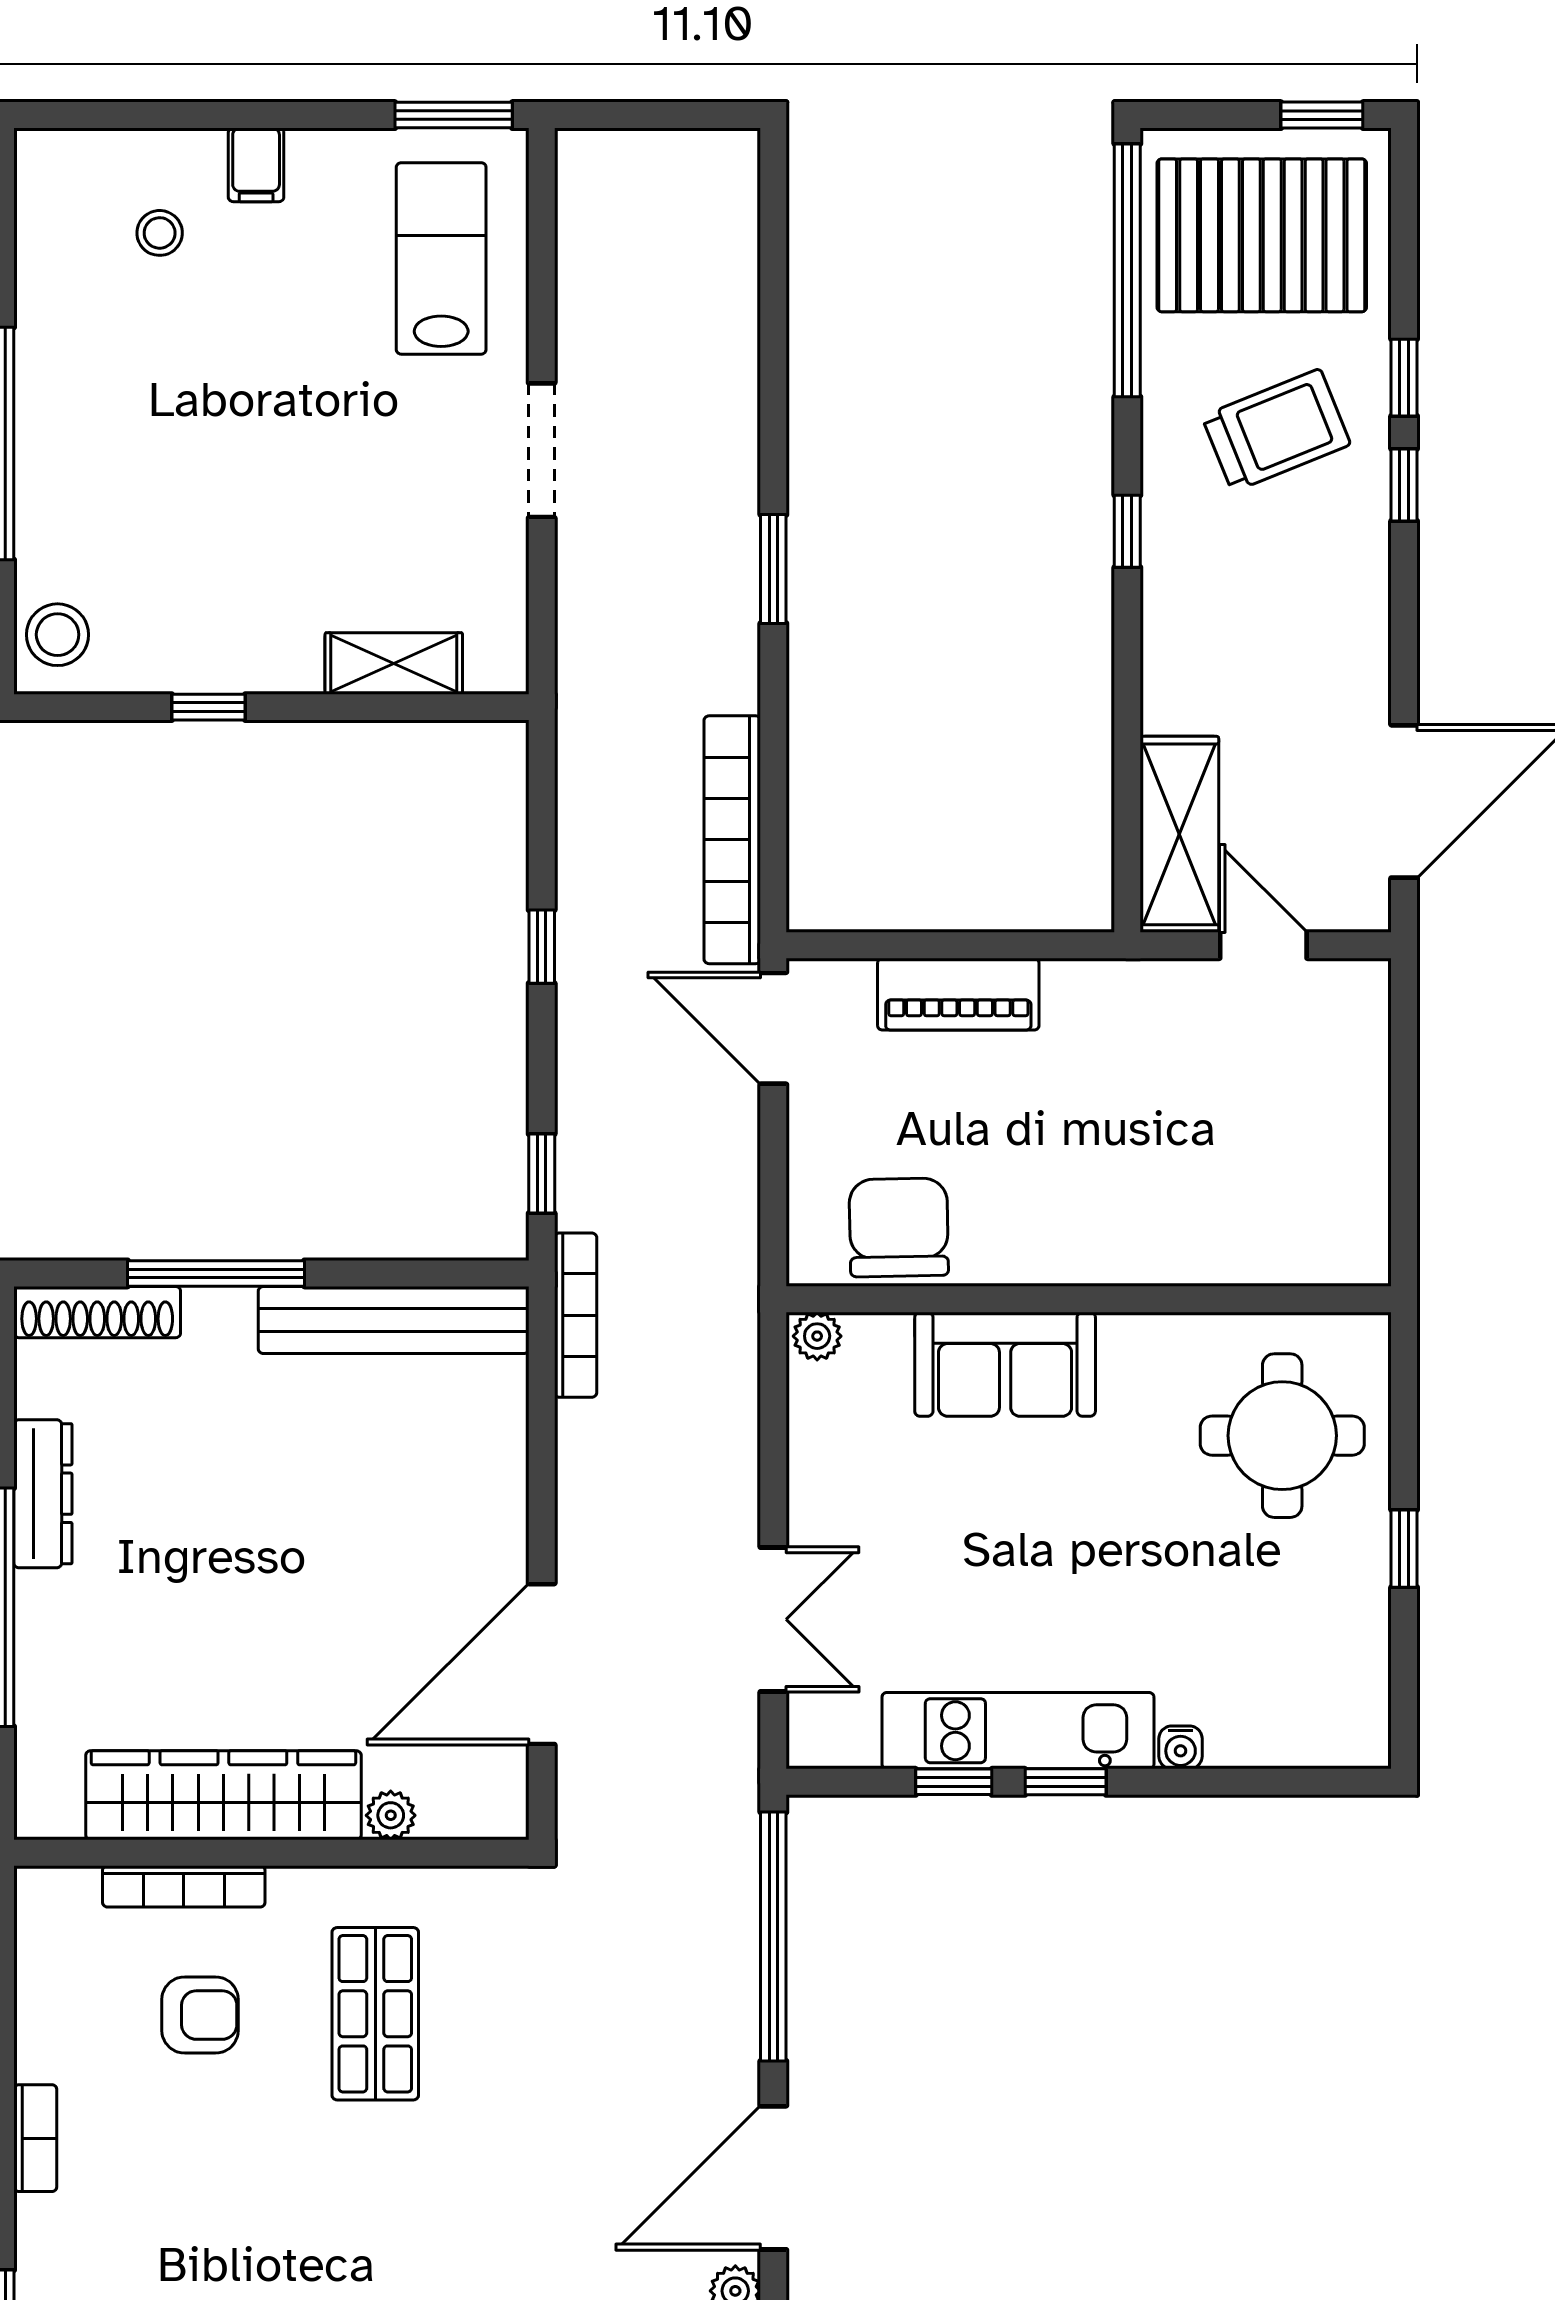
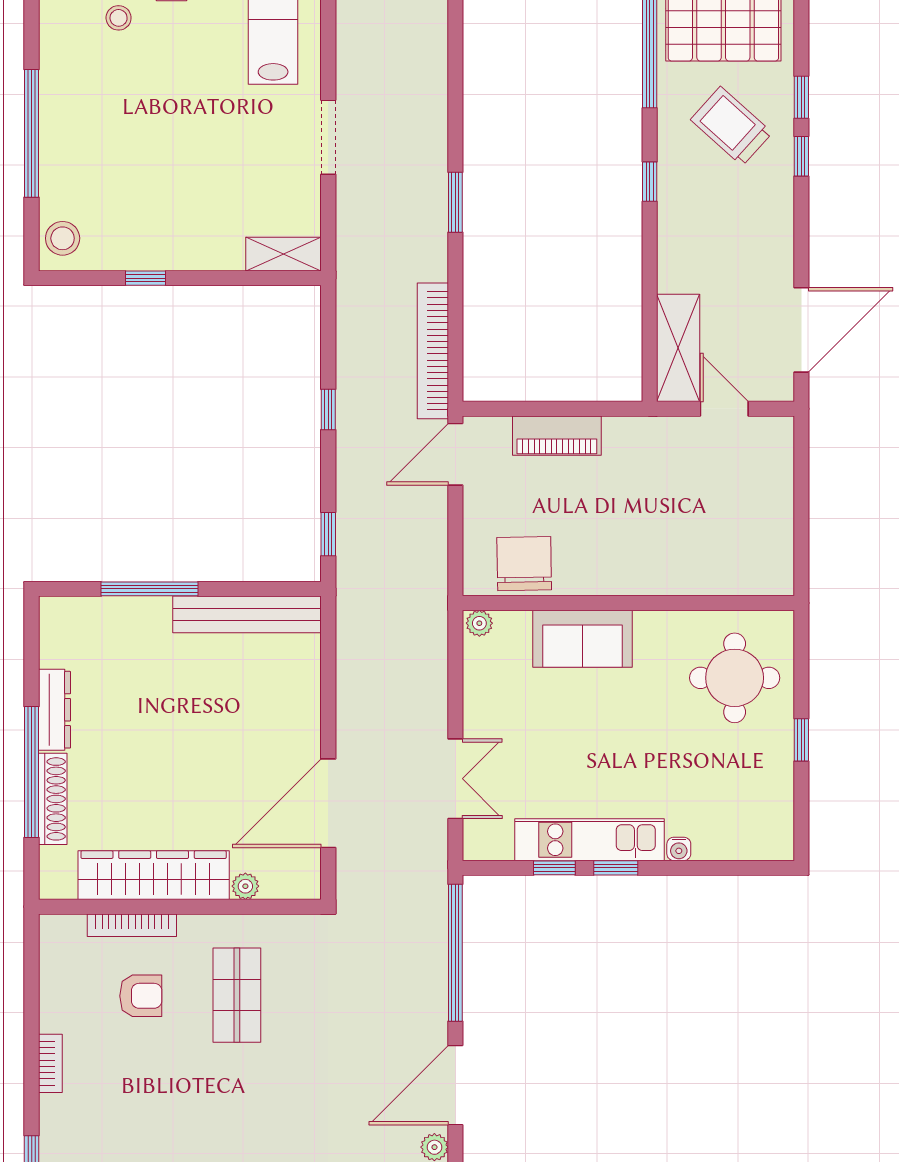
trolley: (1276, 430) -> (731, 126), turned -116
shelving: (394, 663) -> (284, 254), moved
door: (773, 1028) -> (455, 454), hinge flipped
shoe rack: (97, 1312) -> (53, 799), moved, turned -90
bookcase: (576, 1315) -> (347, 612), removed

